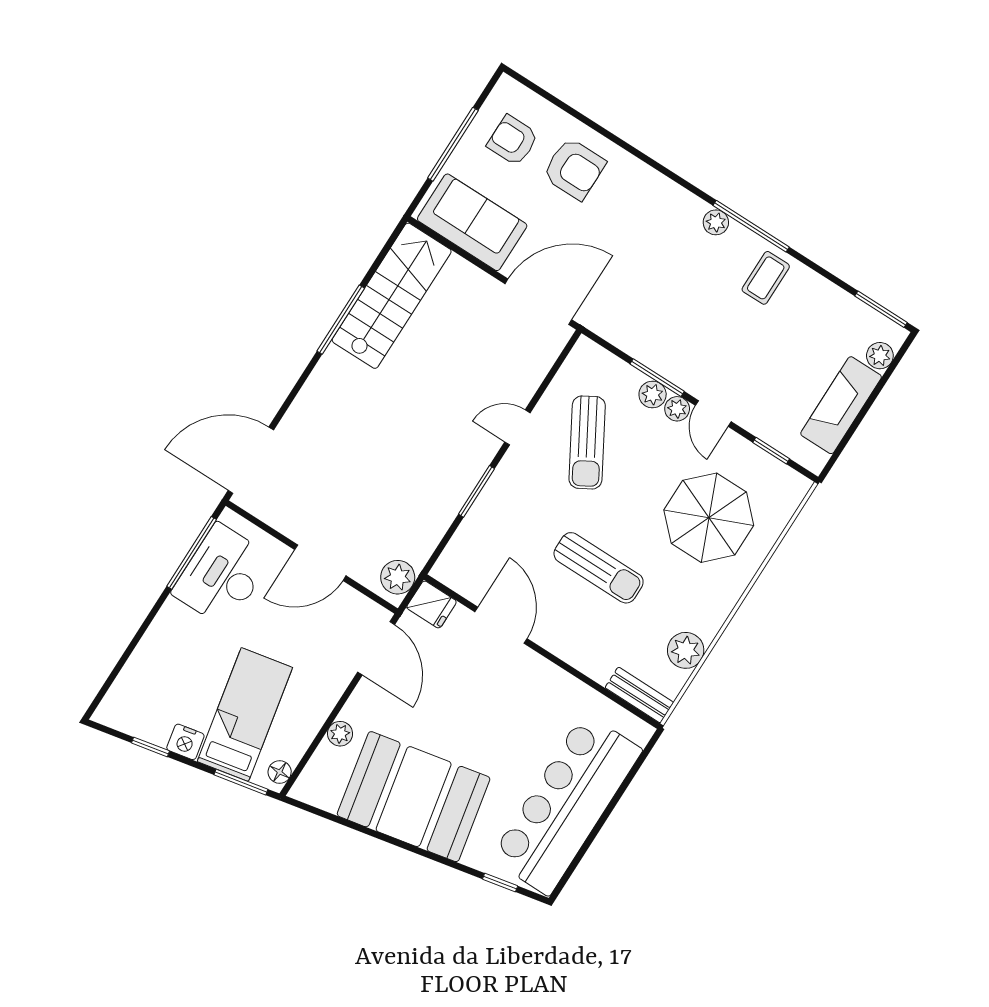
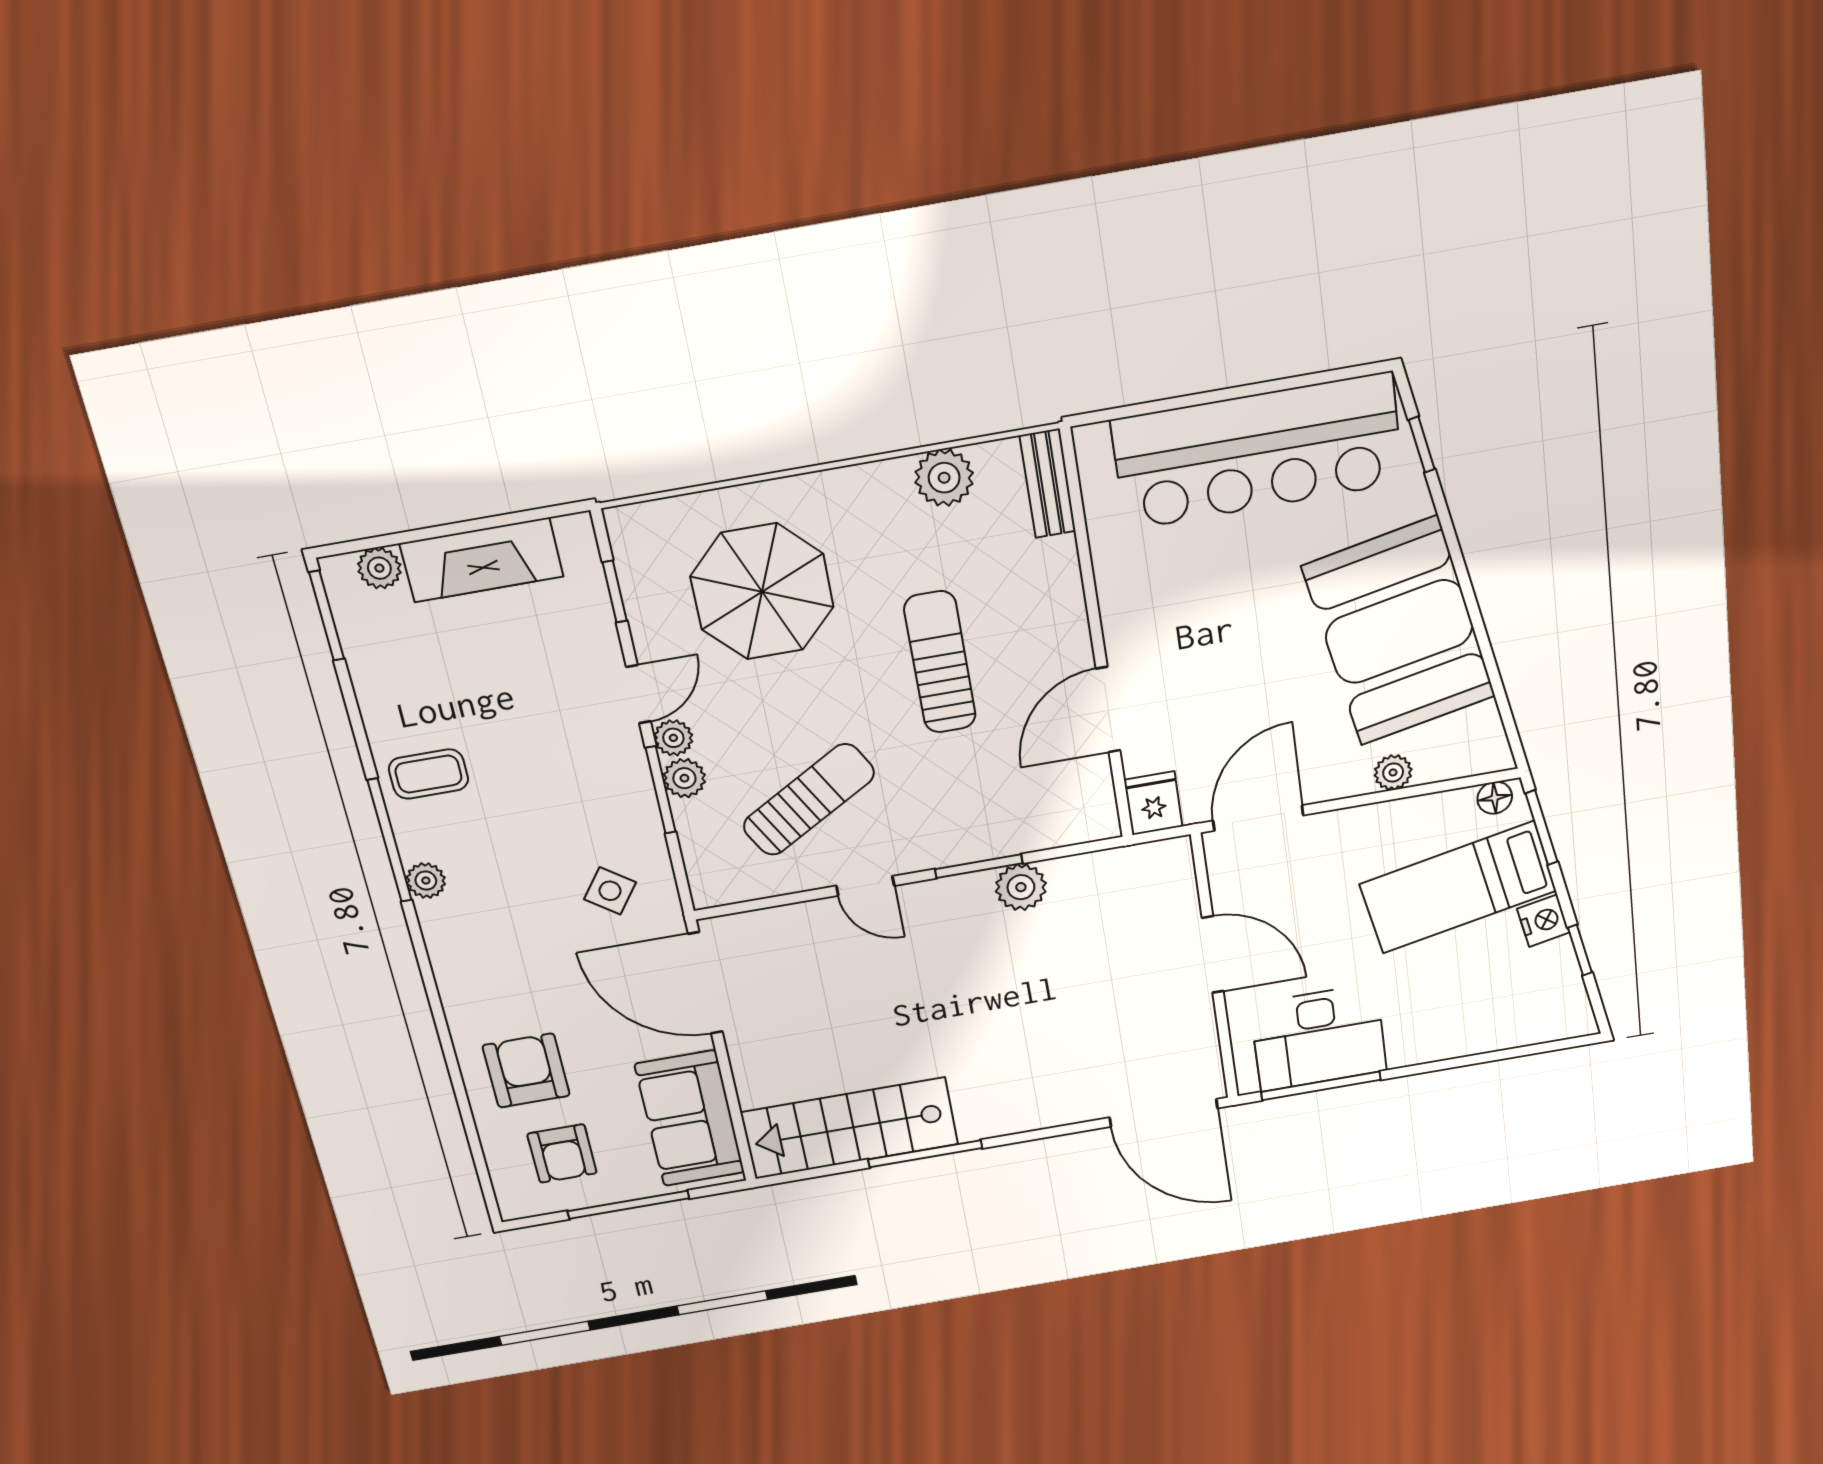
side table: (629, 304) -> (610, 891), added
plant: (398, 577) -> (1021, 887), moved

